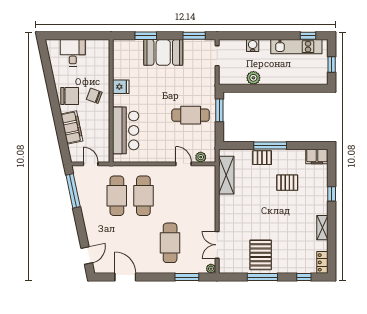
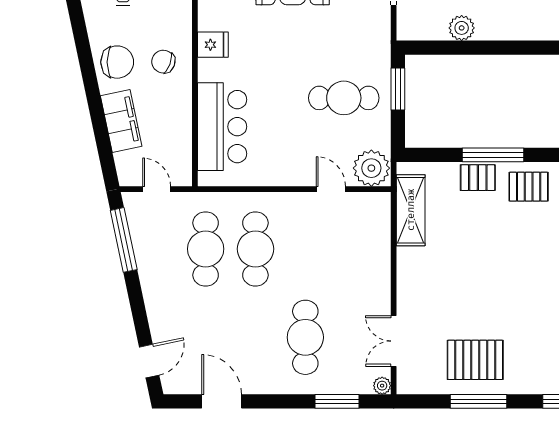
plant: (201, 157) -> (371, 168), width x1.87, depth x1.87
pallet: (287, 183) -> (529, 187), moved
pallet: (261, 255) -> (475, 360), turned 90

